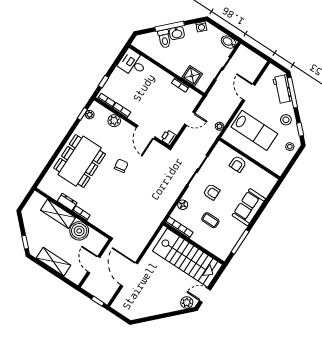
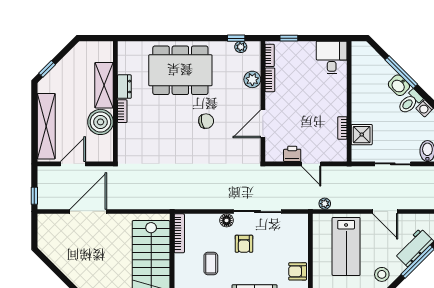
toilet: (164, 39) -> (410, 102), moved
door: (249, 92) -> (385, 212), swing flipped
printer: (168, 138) -> (292, 154), moved
armchair: (238, 164) -> (298, 271), moved
floor lamp: (183, 205) -> (227, 220), moved
shelving: (53, 262) -> (46, 126), width x1.47

